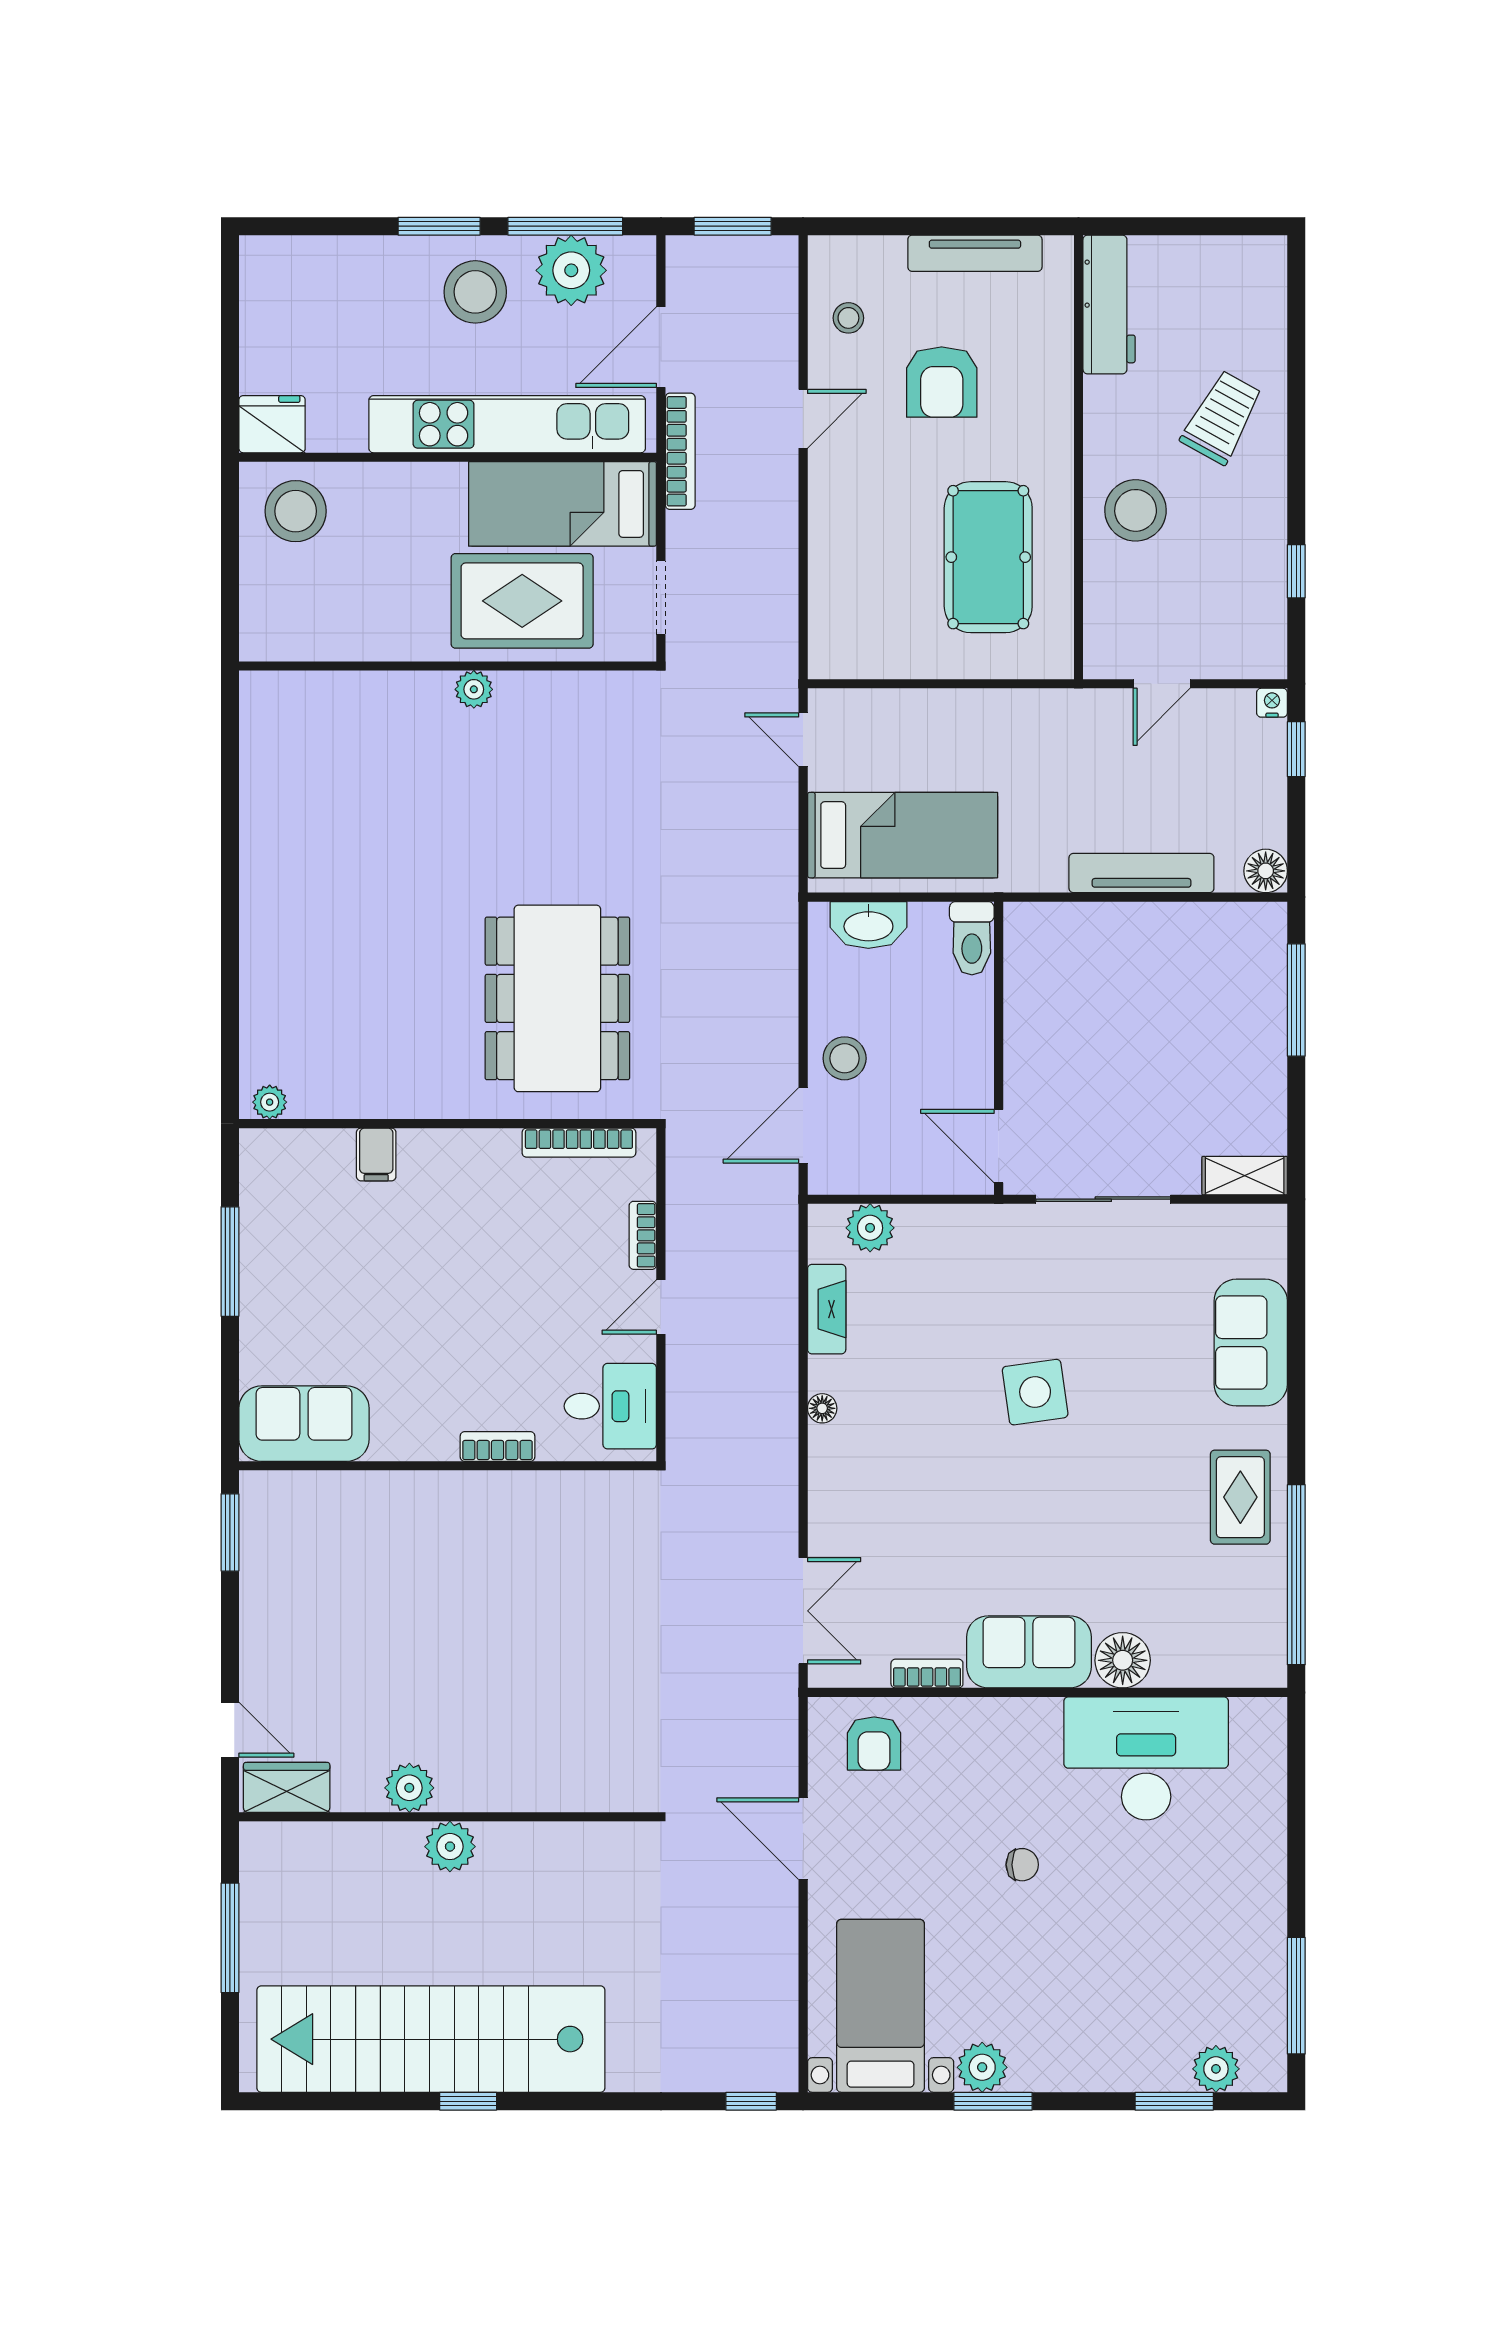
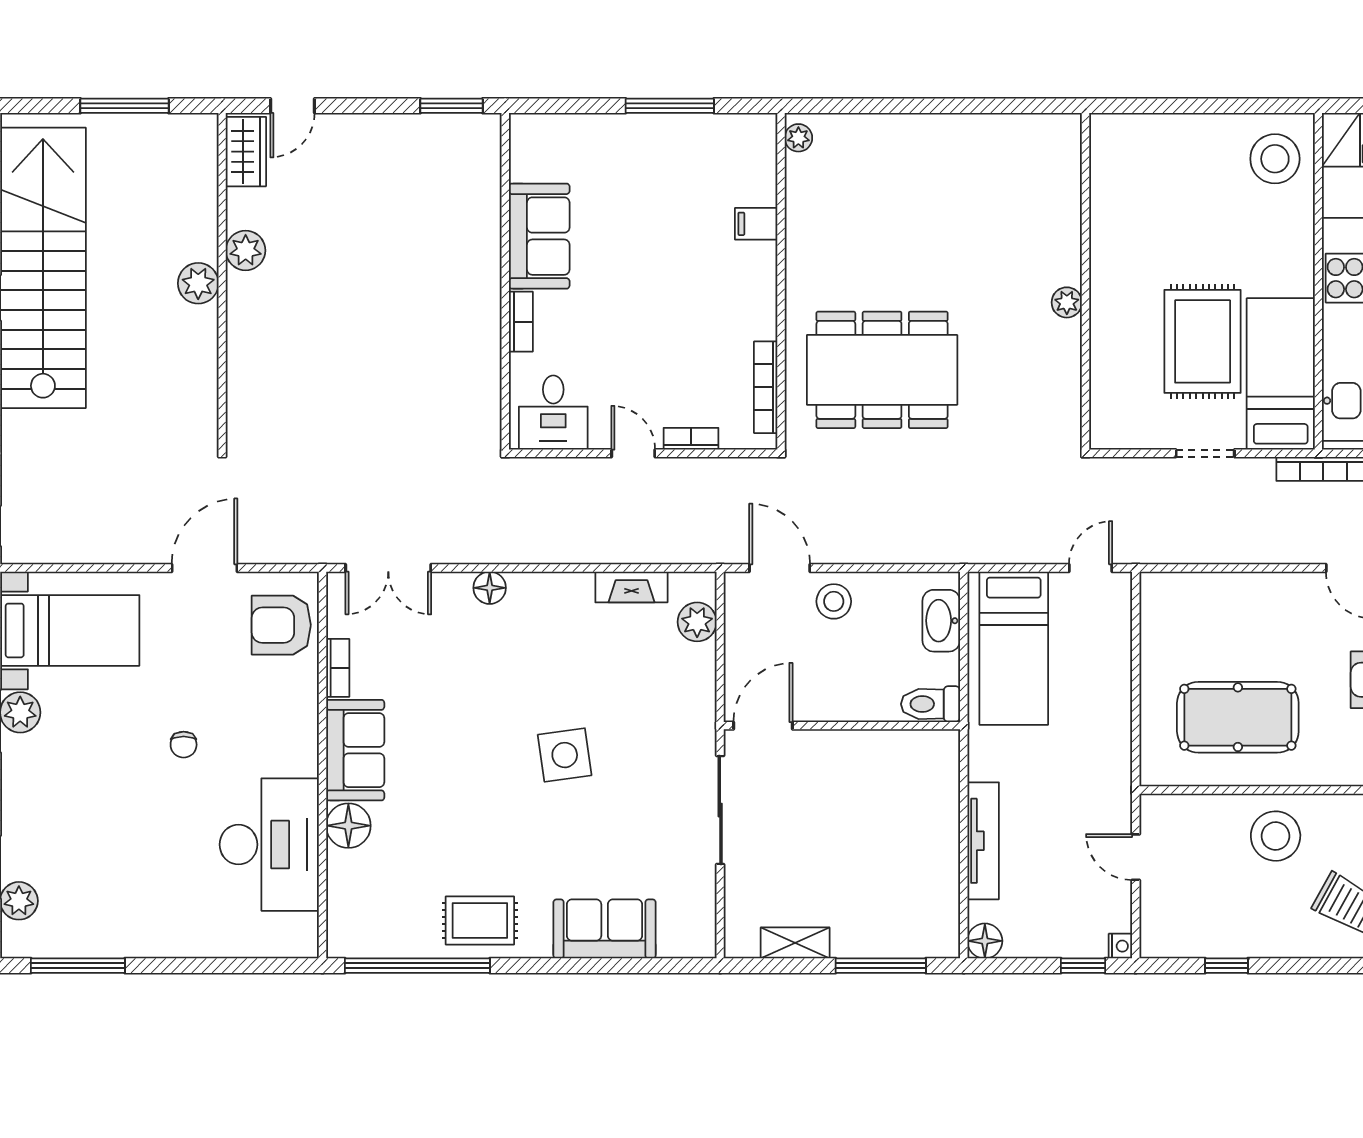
wall: (448, 666) -> (1086, 281), moved
plant: (474, 689) -> (1067, 302), moved
shelving: (1245, 1176) -> (795, 943), moved, turned 90
floor lamp: (822, 1408) -> (490, 588), moved, width x1.37, depth x1.37
sofa: (304, 1424) -> (539, 236), moved
armchair: (874, 1744) -> (281, 625), width x1.38, depth x1.38

